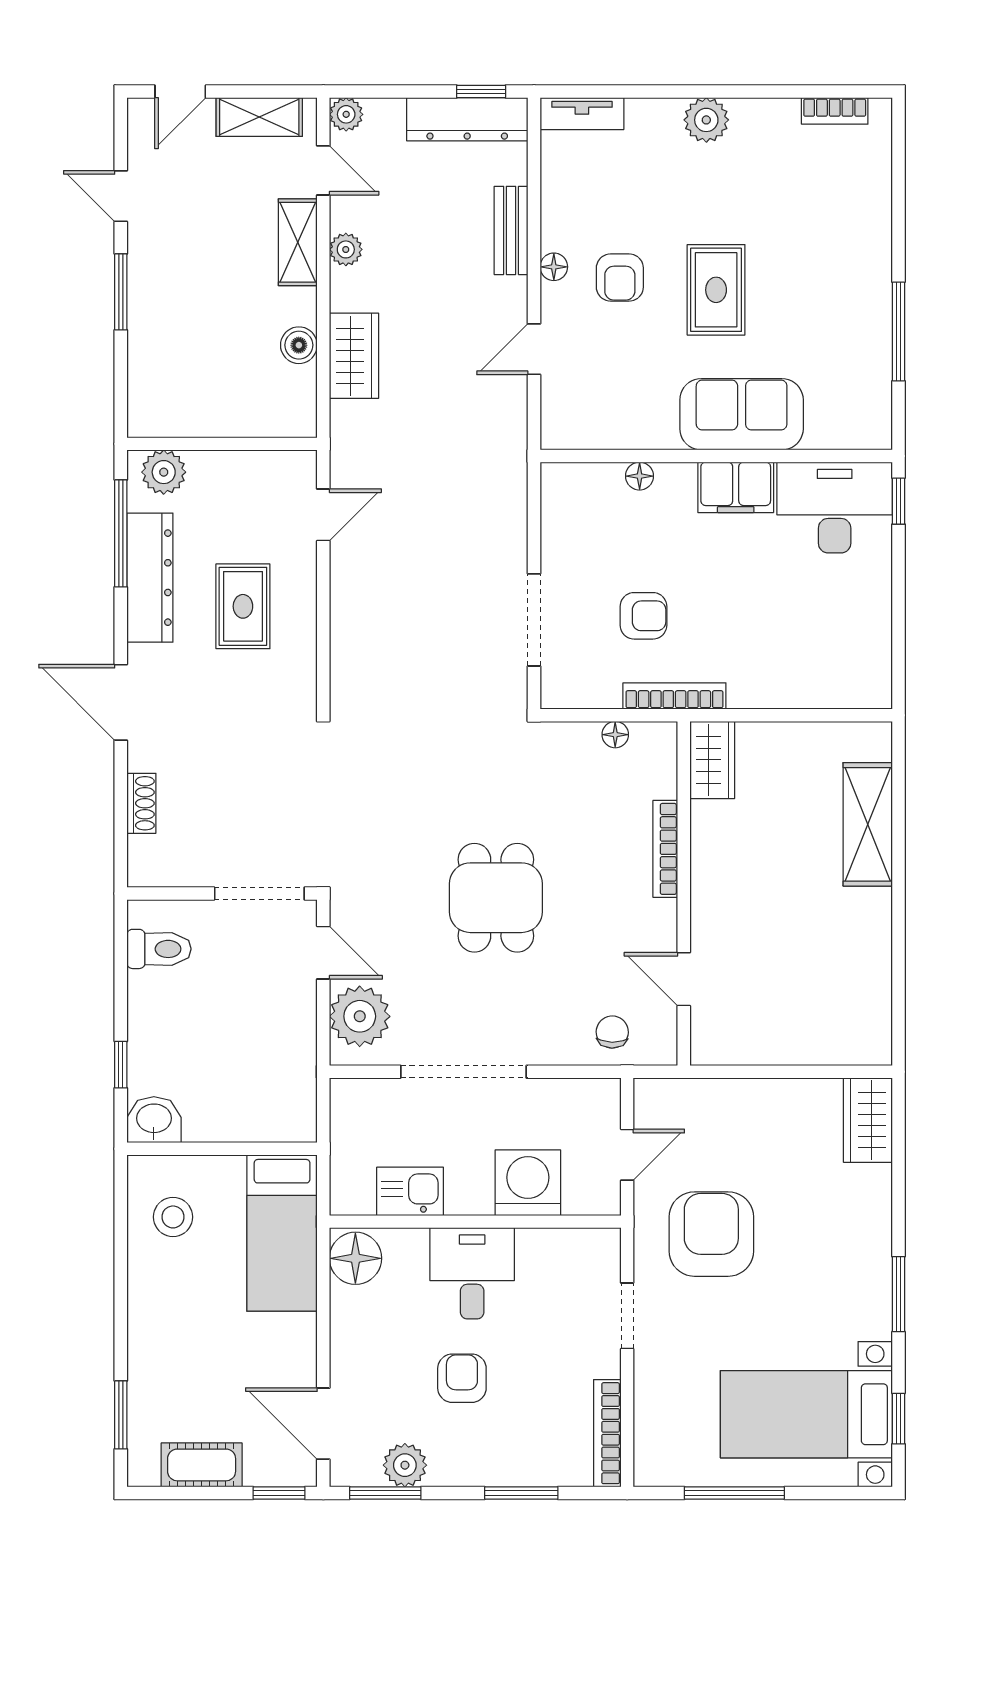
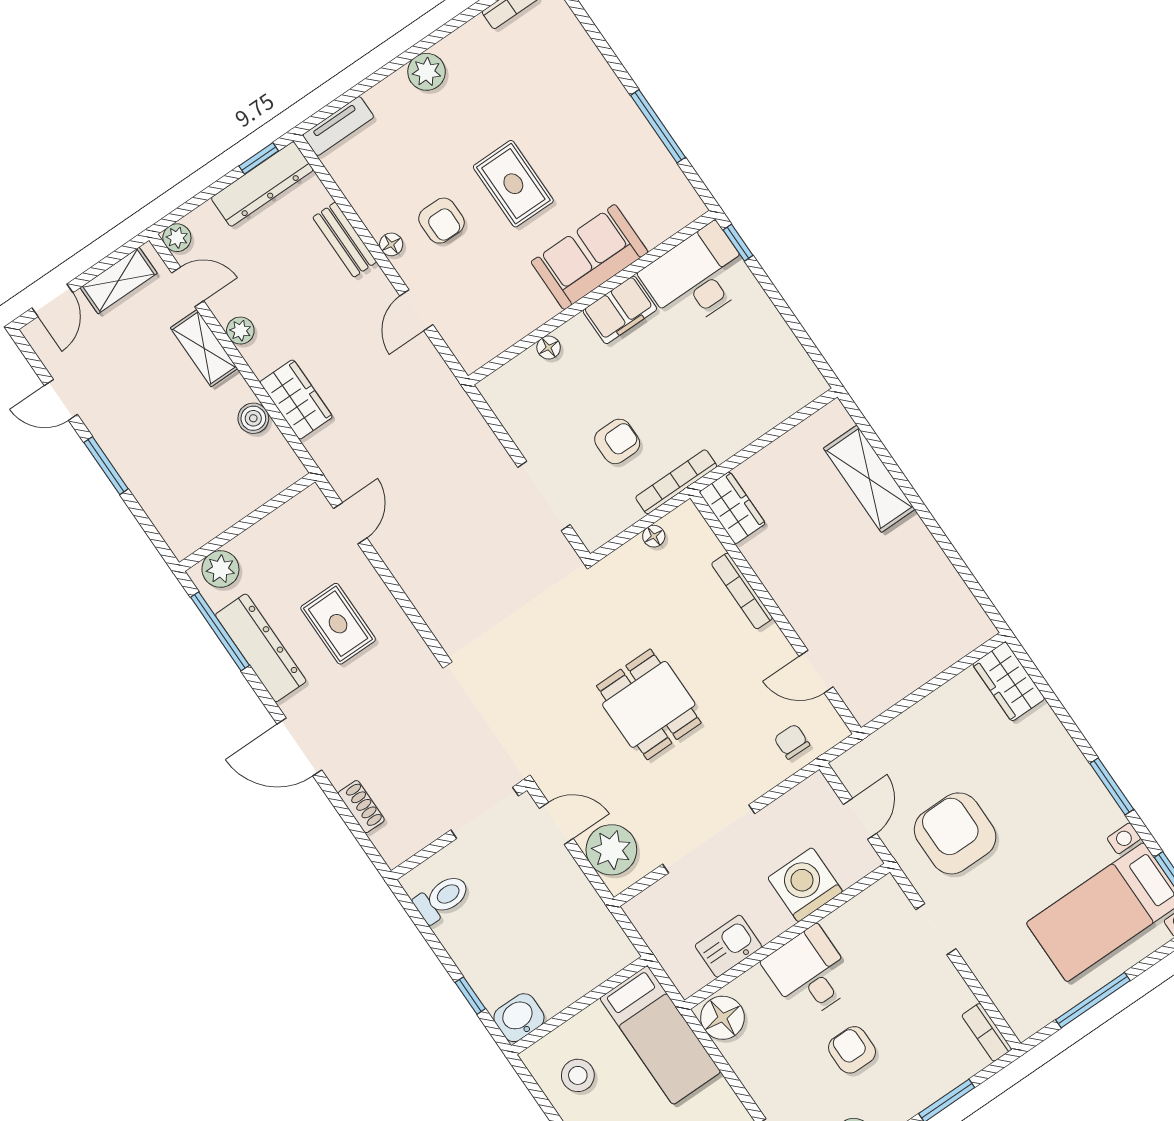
bookcase: (607, 1433) -> (987, 1032), width x0.64

